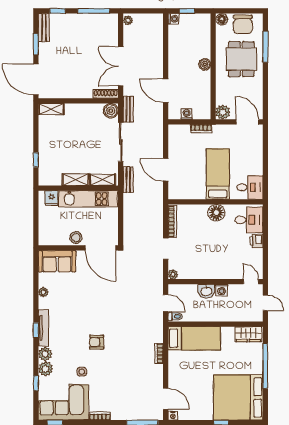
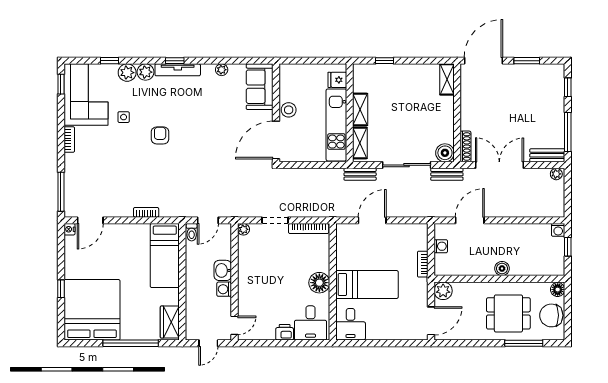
bench: (44, 28) -> (547, 155), moved

